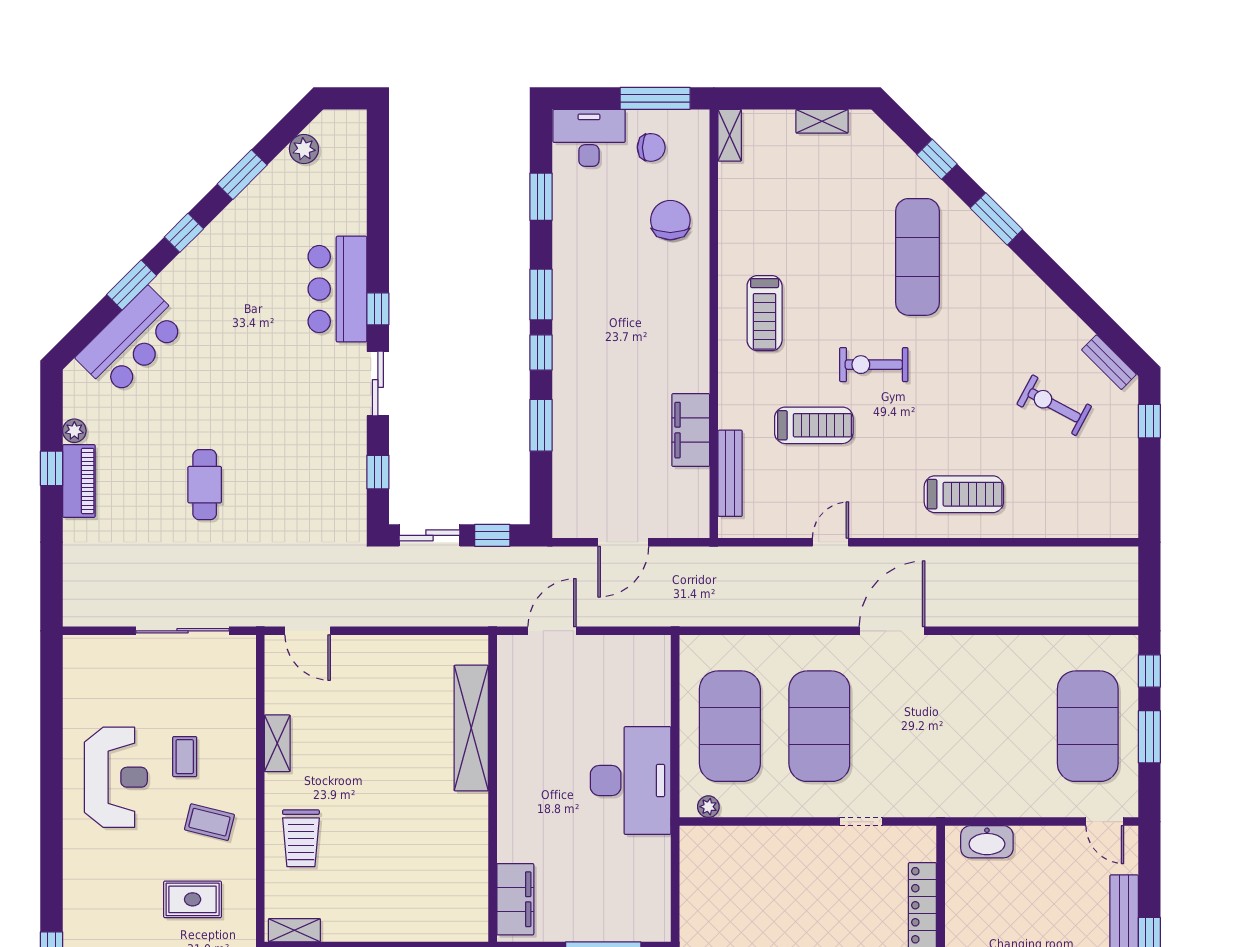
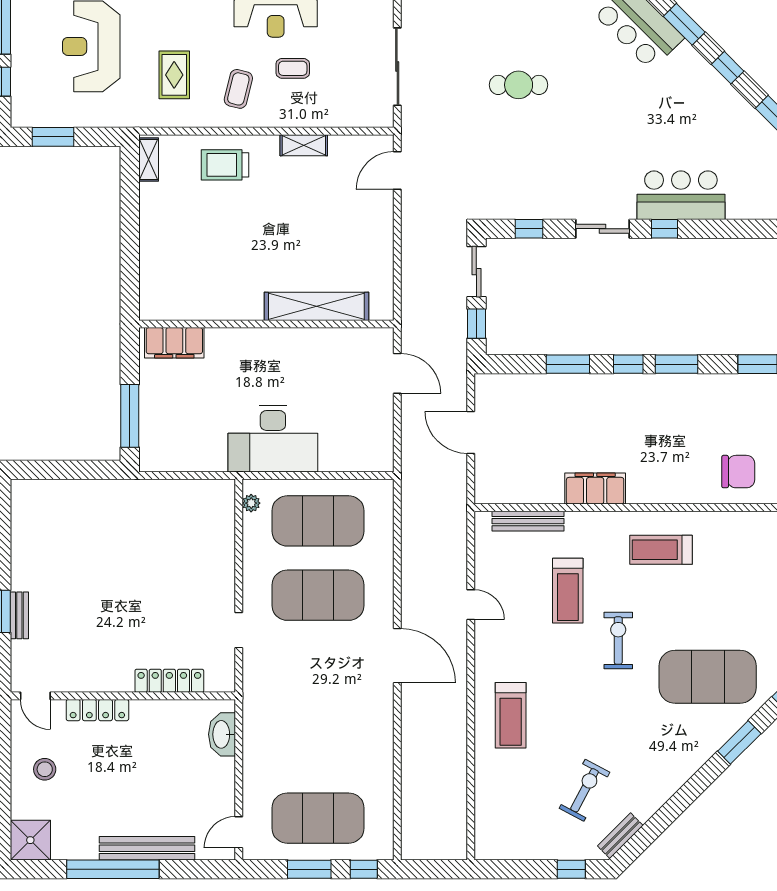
exercise mat: (917, 257) -> (708, 677), width x1.47
filing cabinet: (691, 430) -> (595, 489), moved

